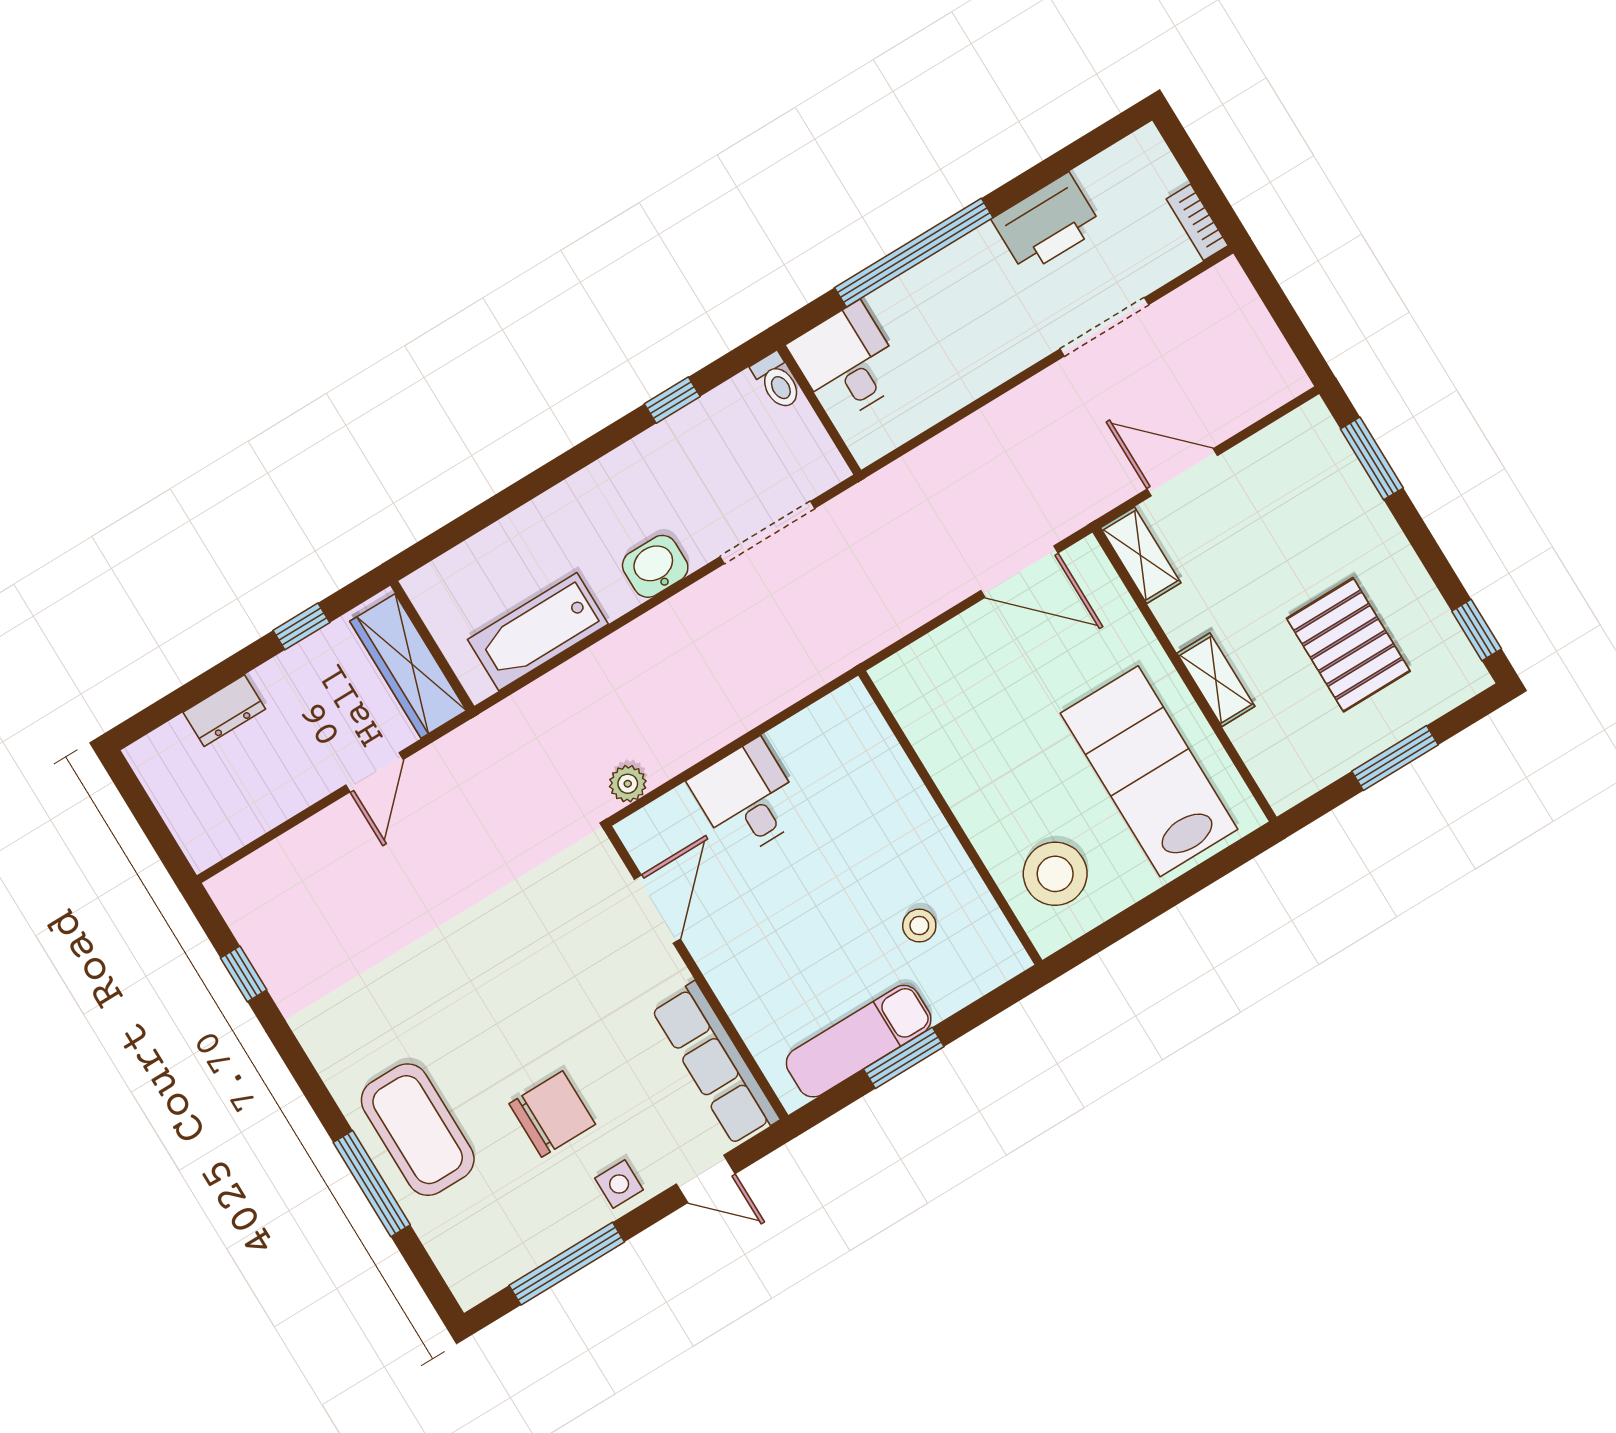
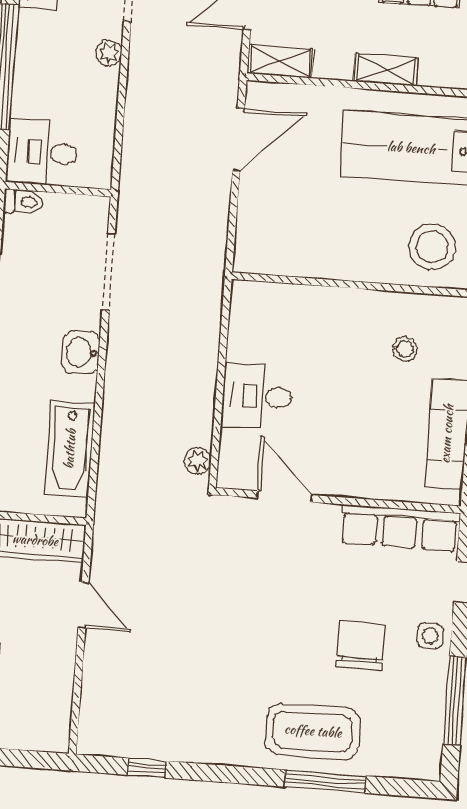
plant: (1012, 357) -> (109, 53), added

